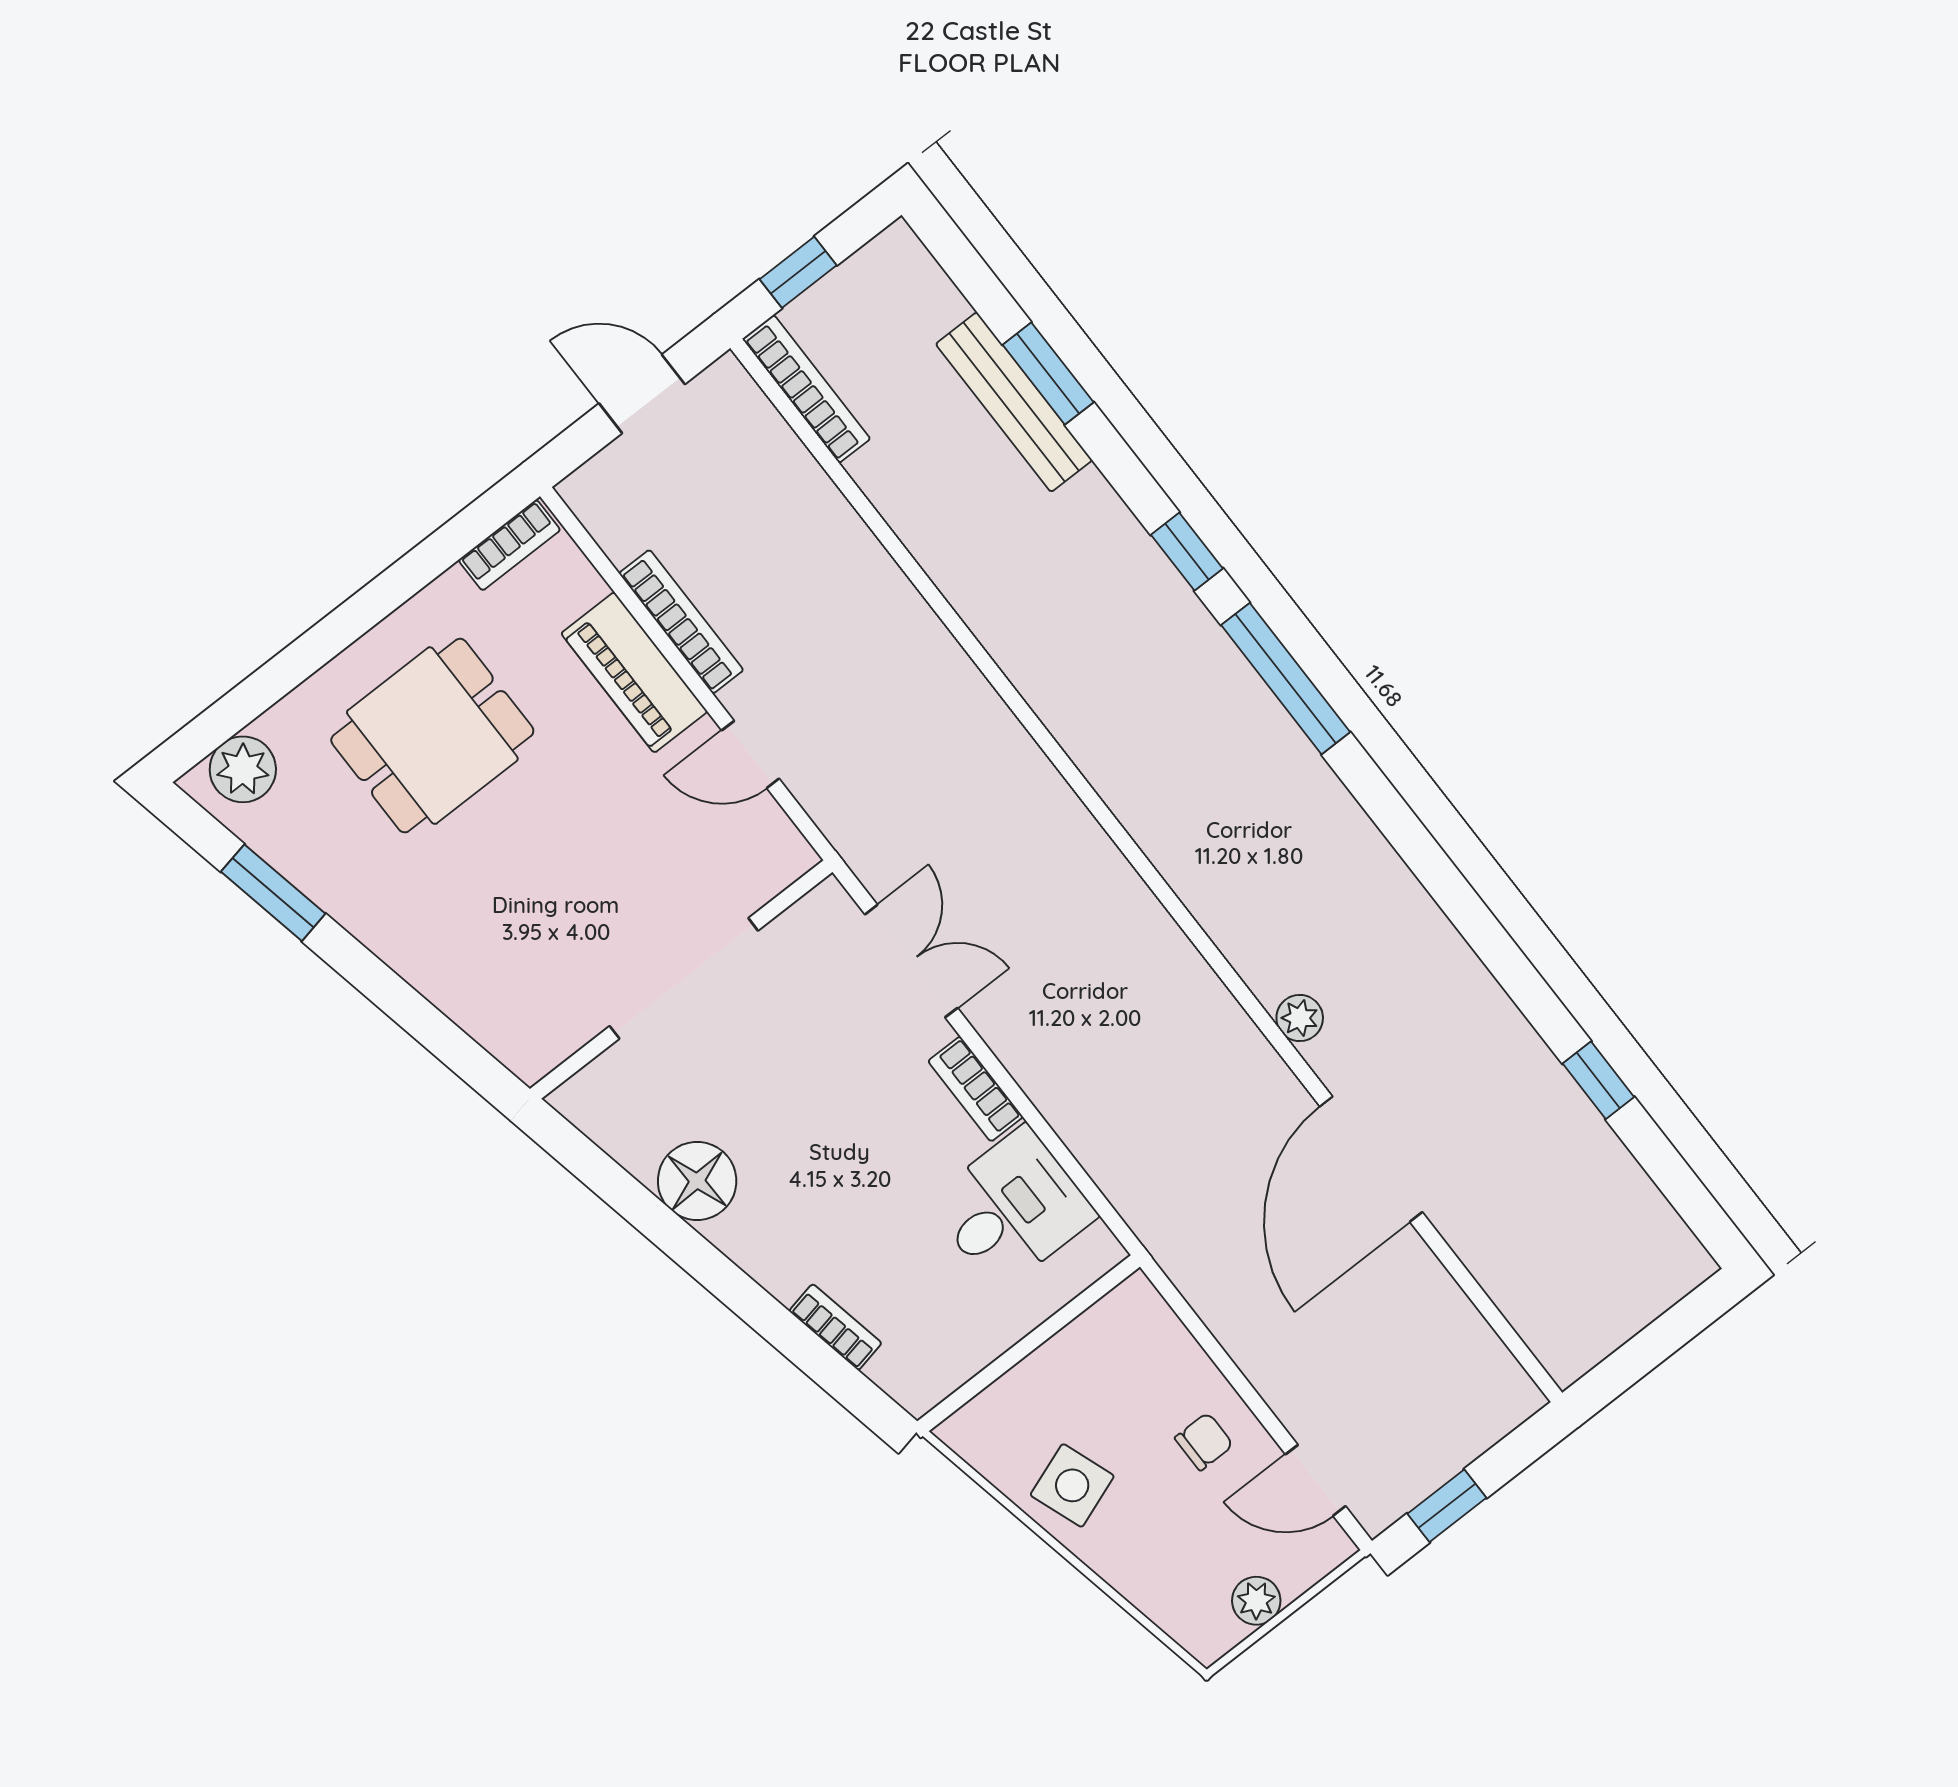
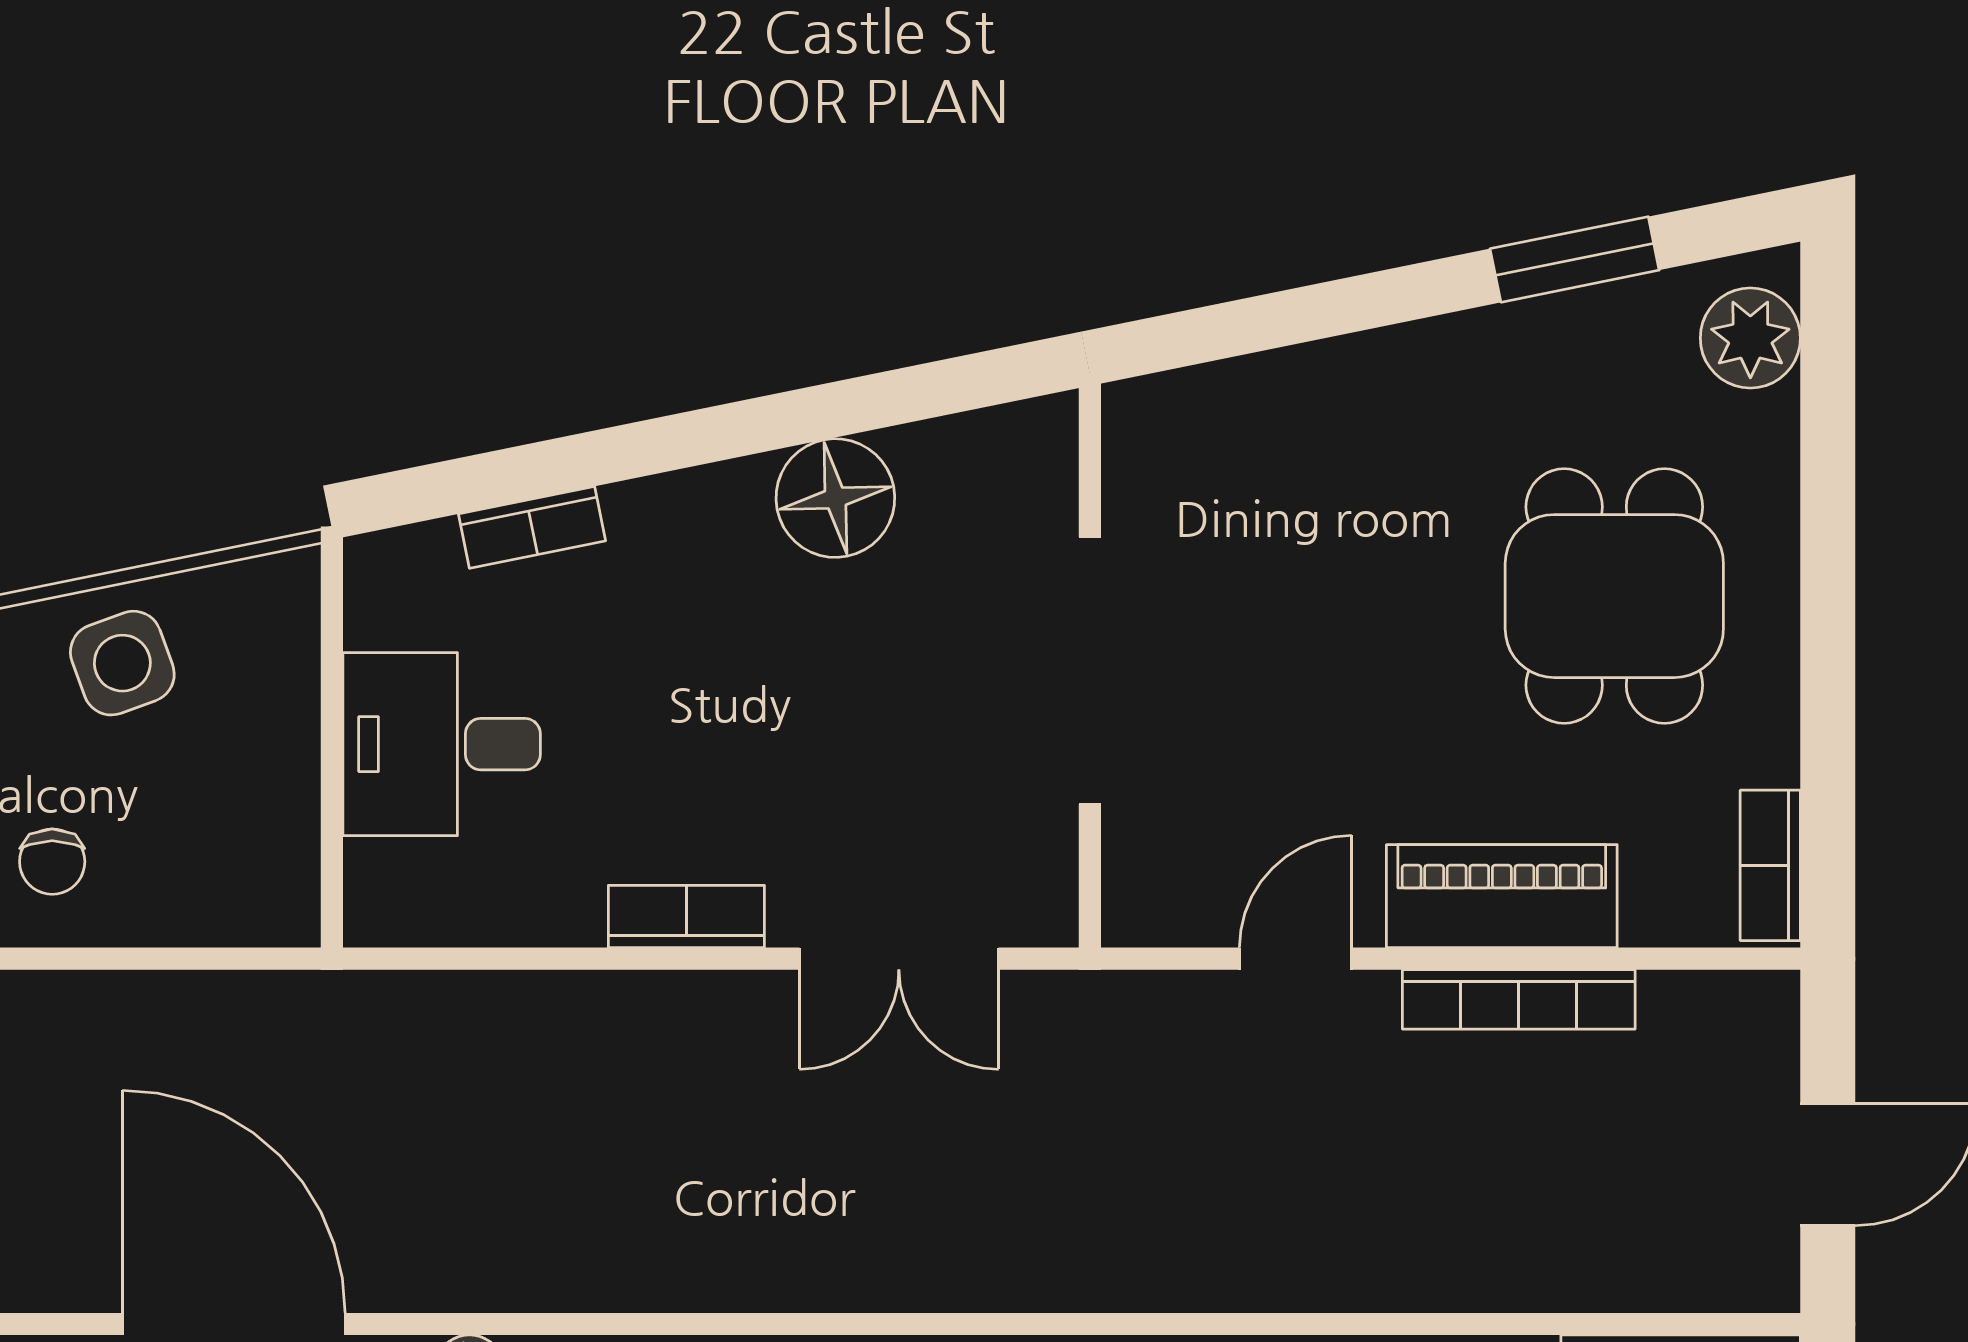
desk: (1012, 1208) -> (442, 744), moved, turned 90

